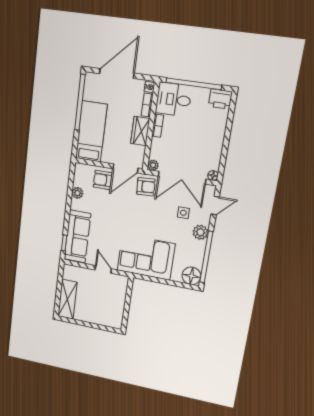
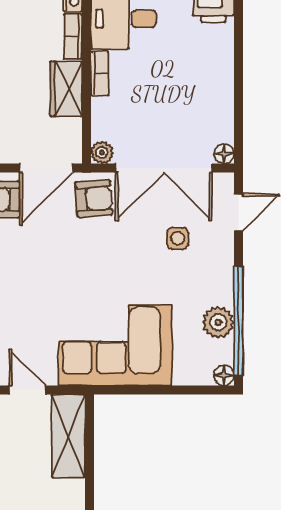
plant: (200, 232) -> (218, 322), moved
floor lamp: (191, 276) -> (224, 375), width x0.53, depth x0.53
shelving: (119, 293) -> (68, 436), added

